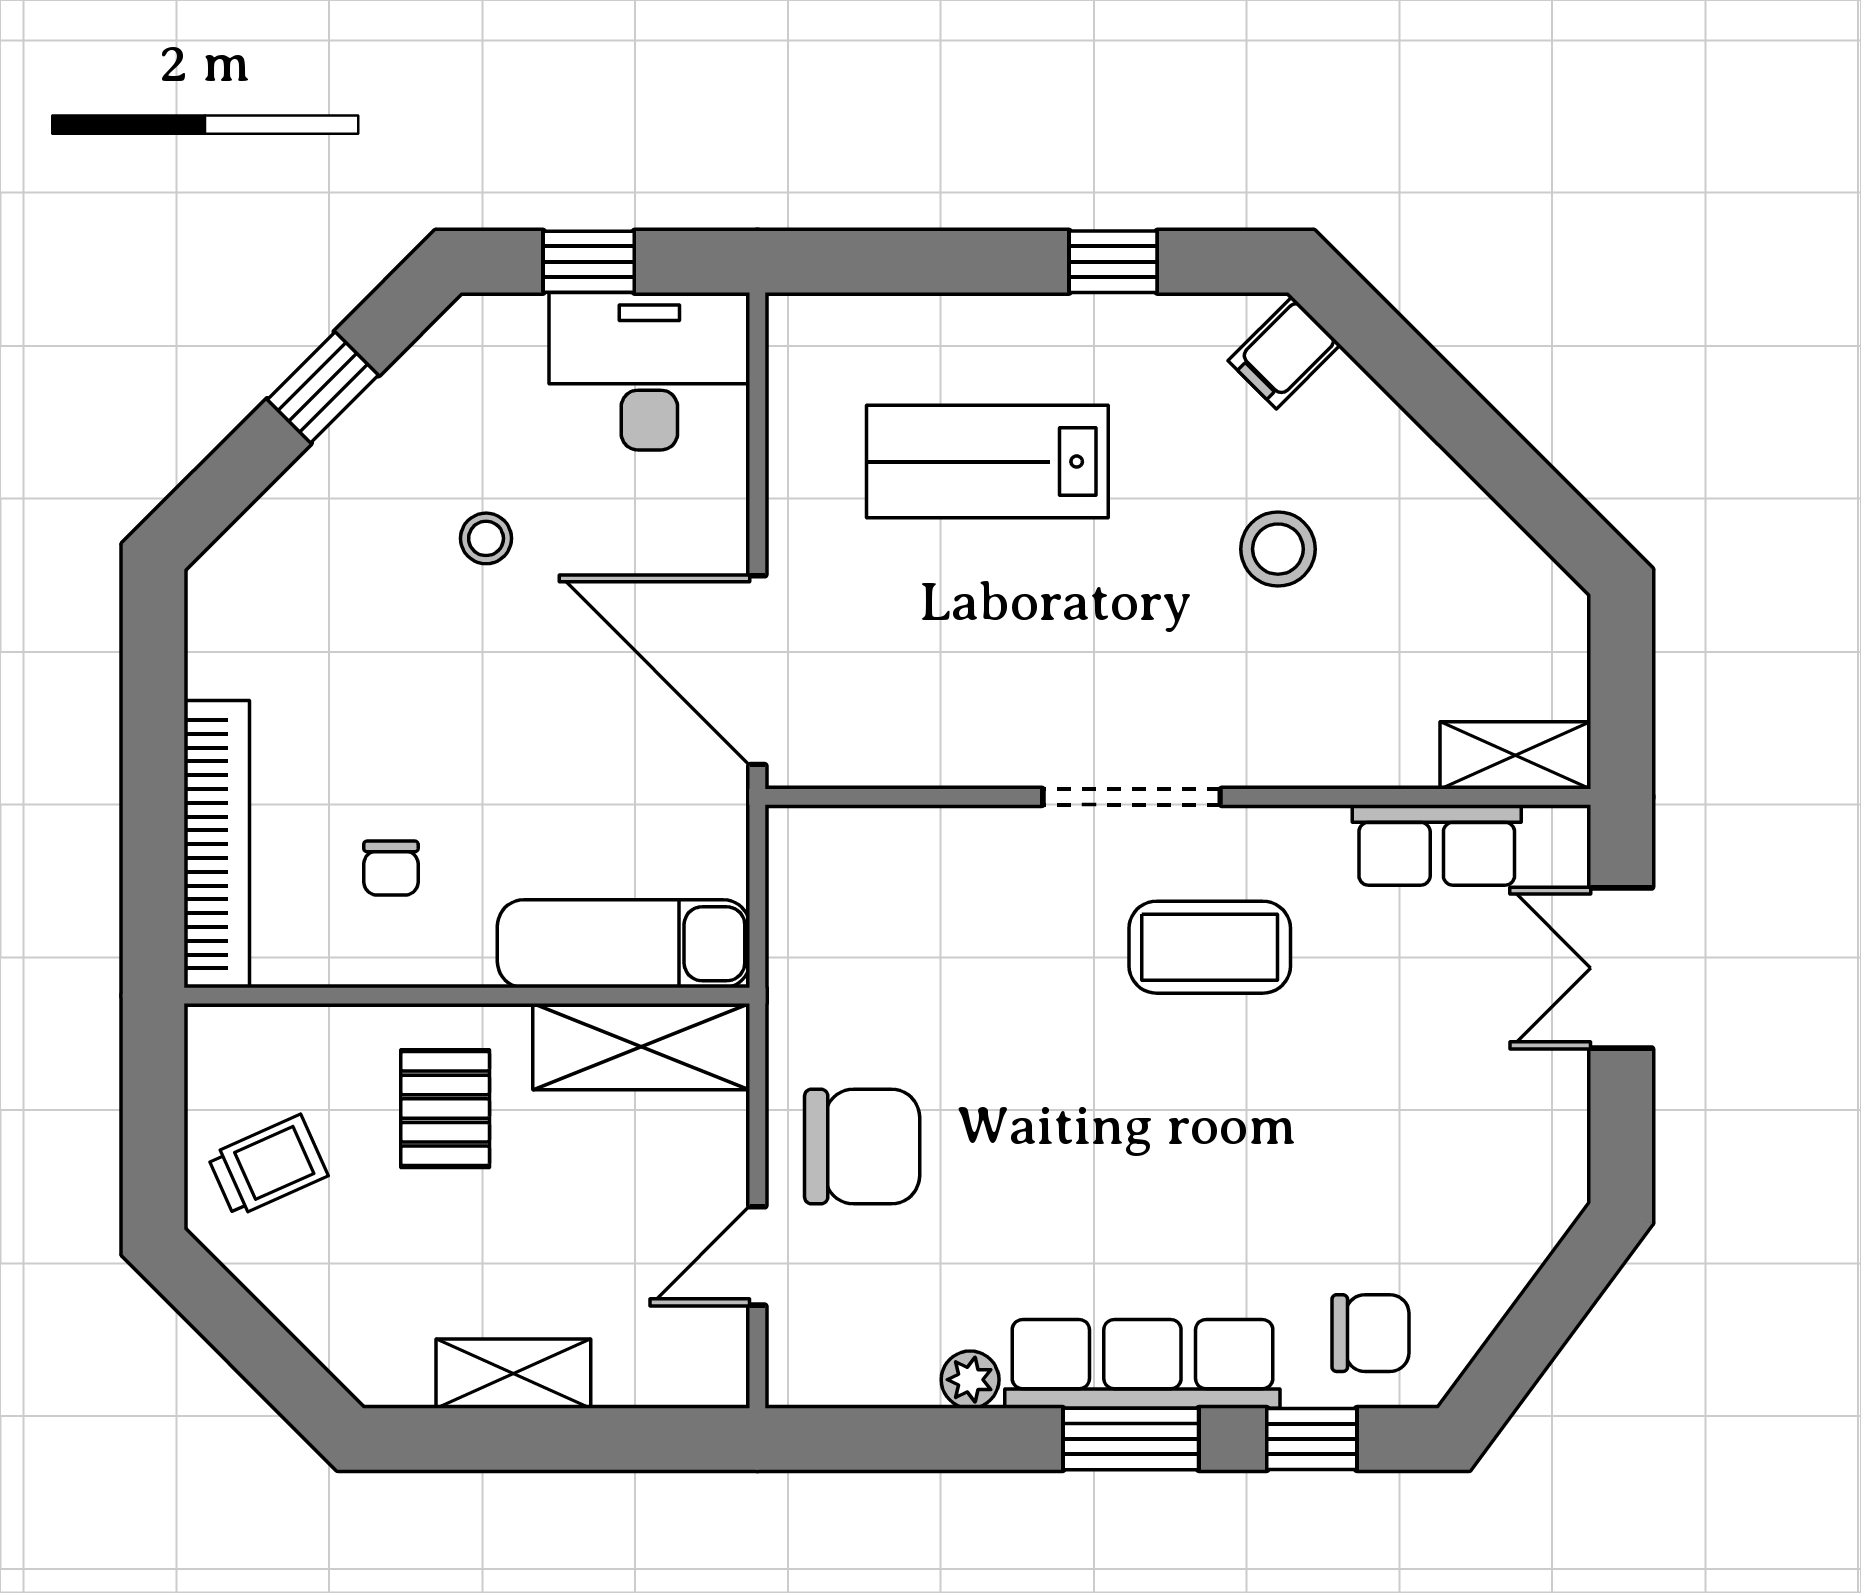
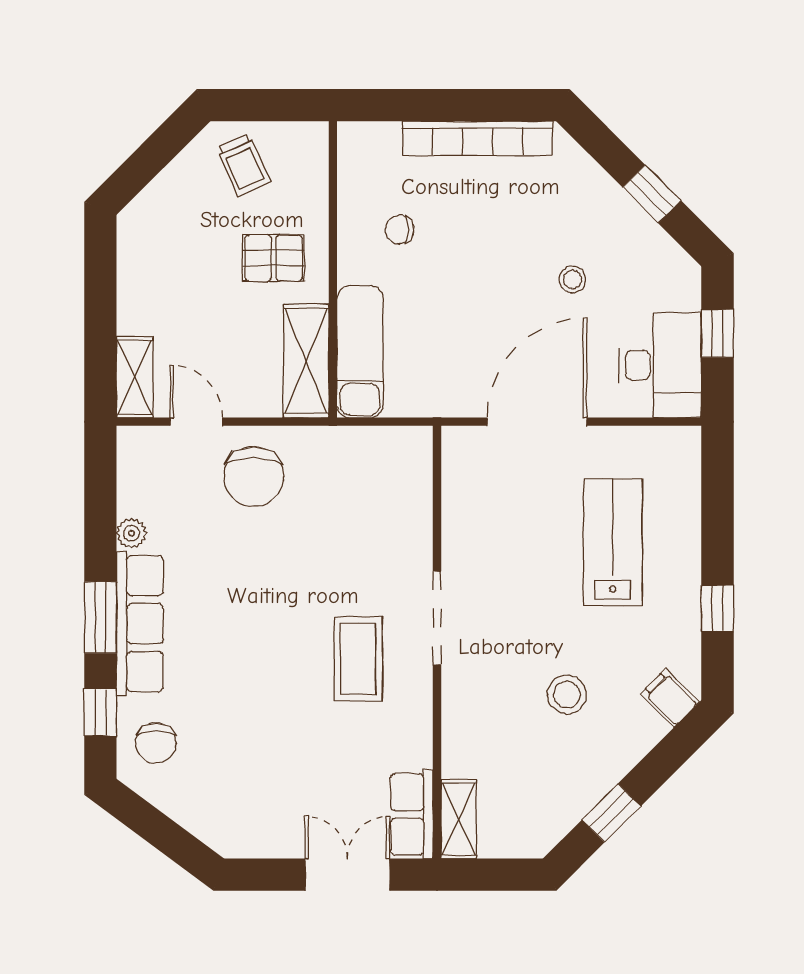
window: (1504, 464) -> (611, 813), added
door: (757, 670) -> (537, 422), moved
bookcase: (217, 844) -> (478, 138), moved
row of seats: (1437, 845) -> (412, 814), moved
shelving: (513, 1374) -> (135, 377), moved

